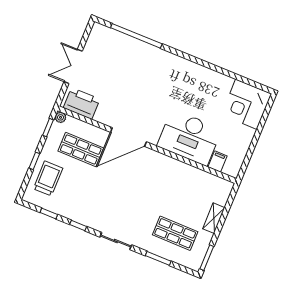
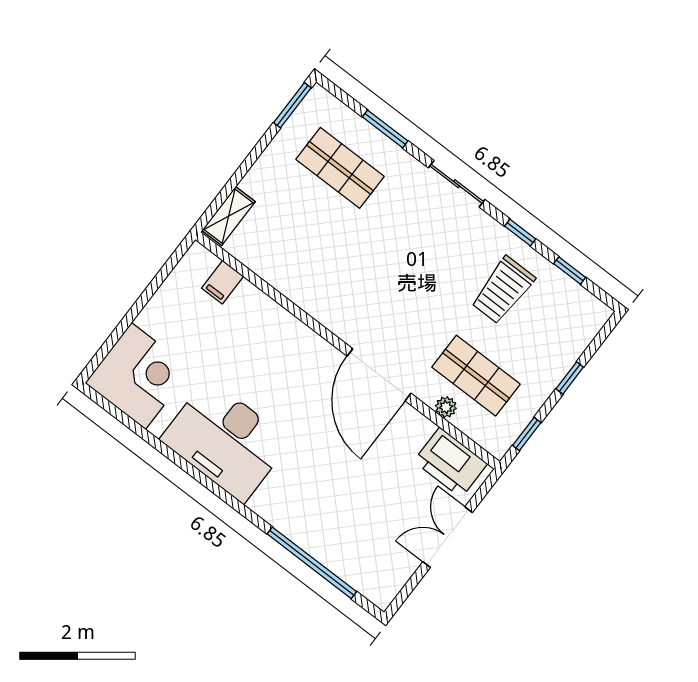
double door: (73, 66) -> (448, 537), swing flipped
plant: (61, 117) -> (446, 407), moved
door: (128, 137) -> (379, 375), swing flipped
desk: (189, 138) -> (225, 440), moved, turned 180
trolley: (48, 178) -> (503, 290), moved
shelving: (214, 218) -> (229, 216), moved

